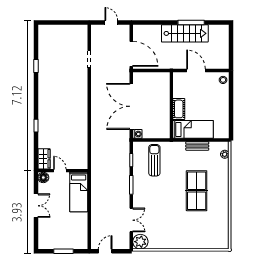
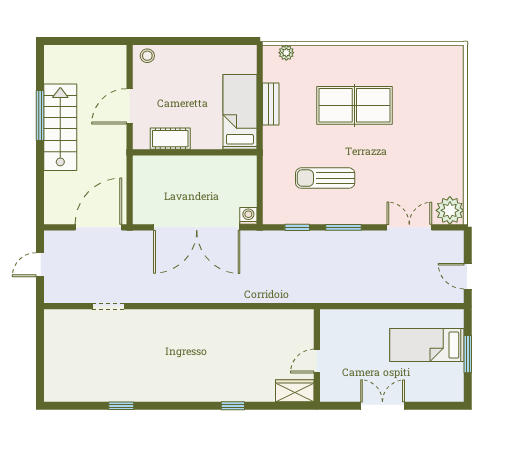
cot: (179, 109) -> (170, 139), moved
sun lounger: (154, 160) -> (325, 178), moved
floor lamp: (43, 177) -> (330, 392), removed
bed: (79, 192) -> (427, 345), moved, turned 180

